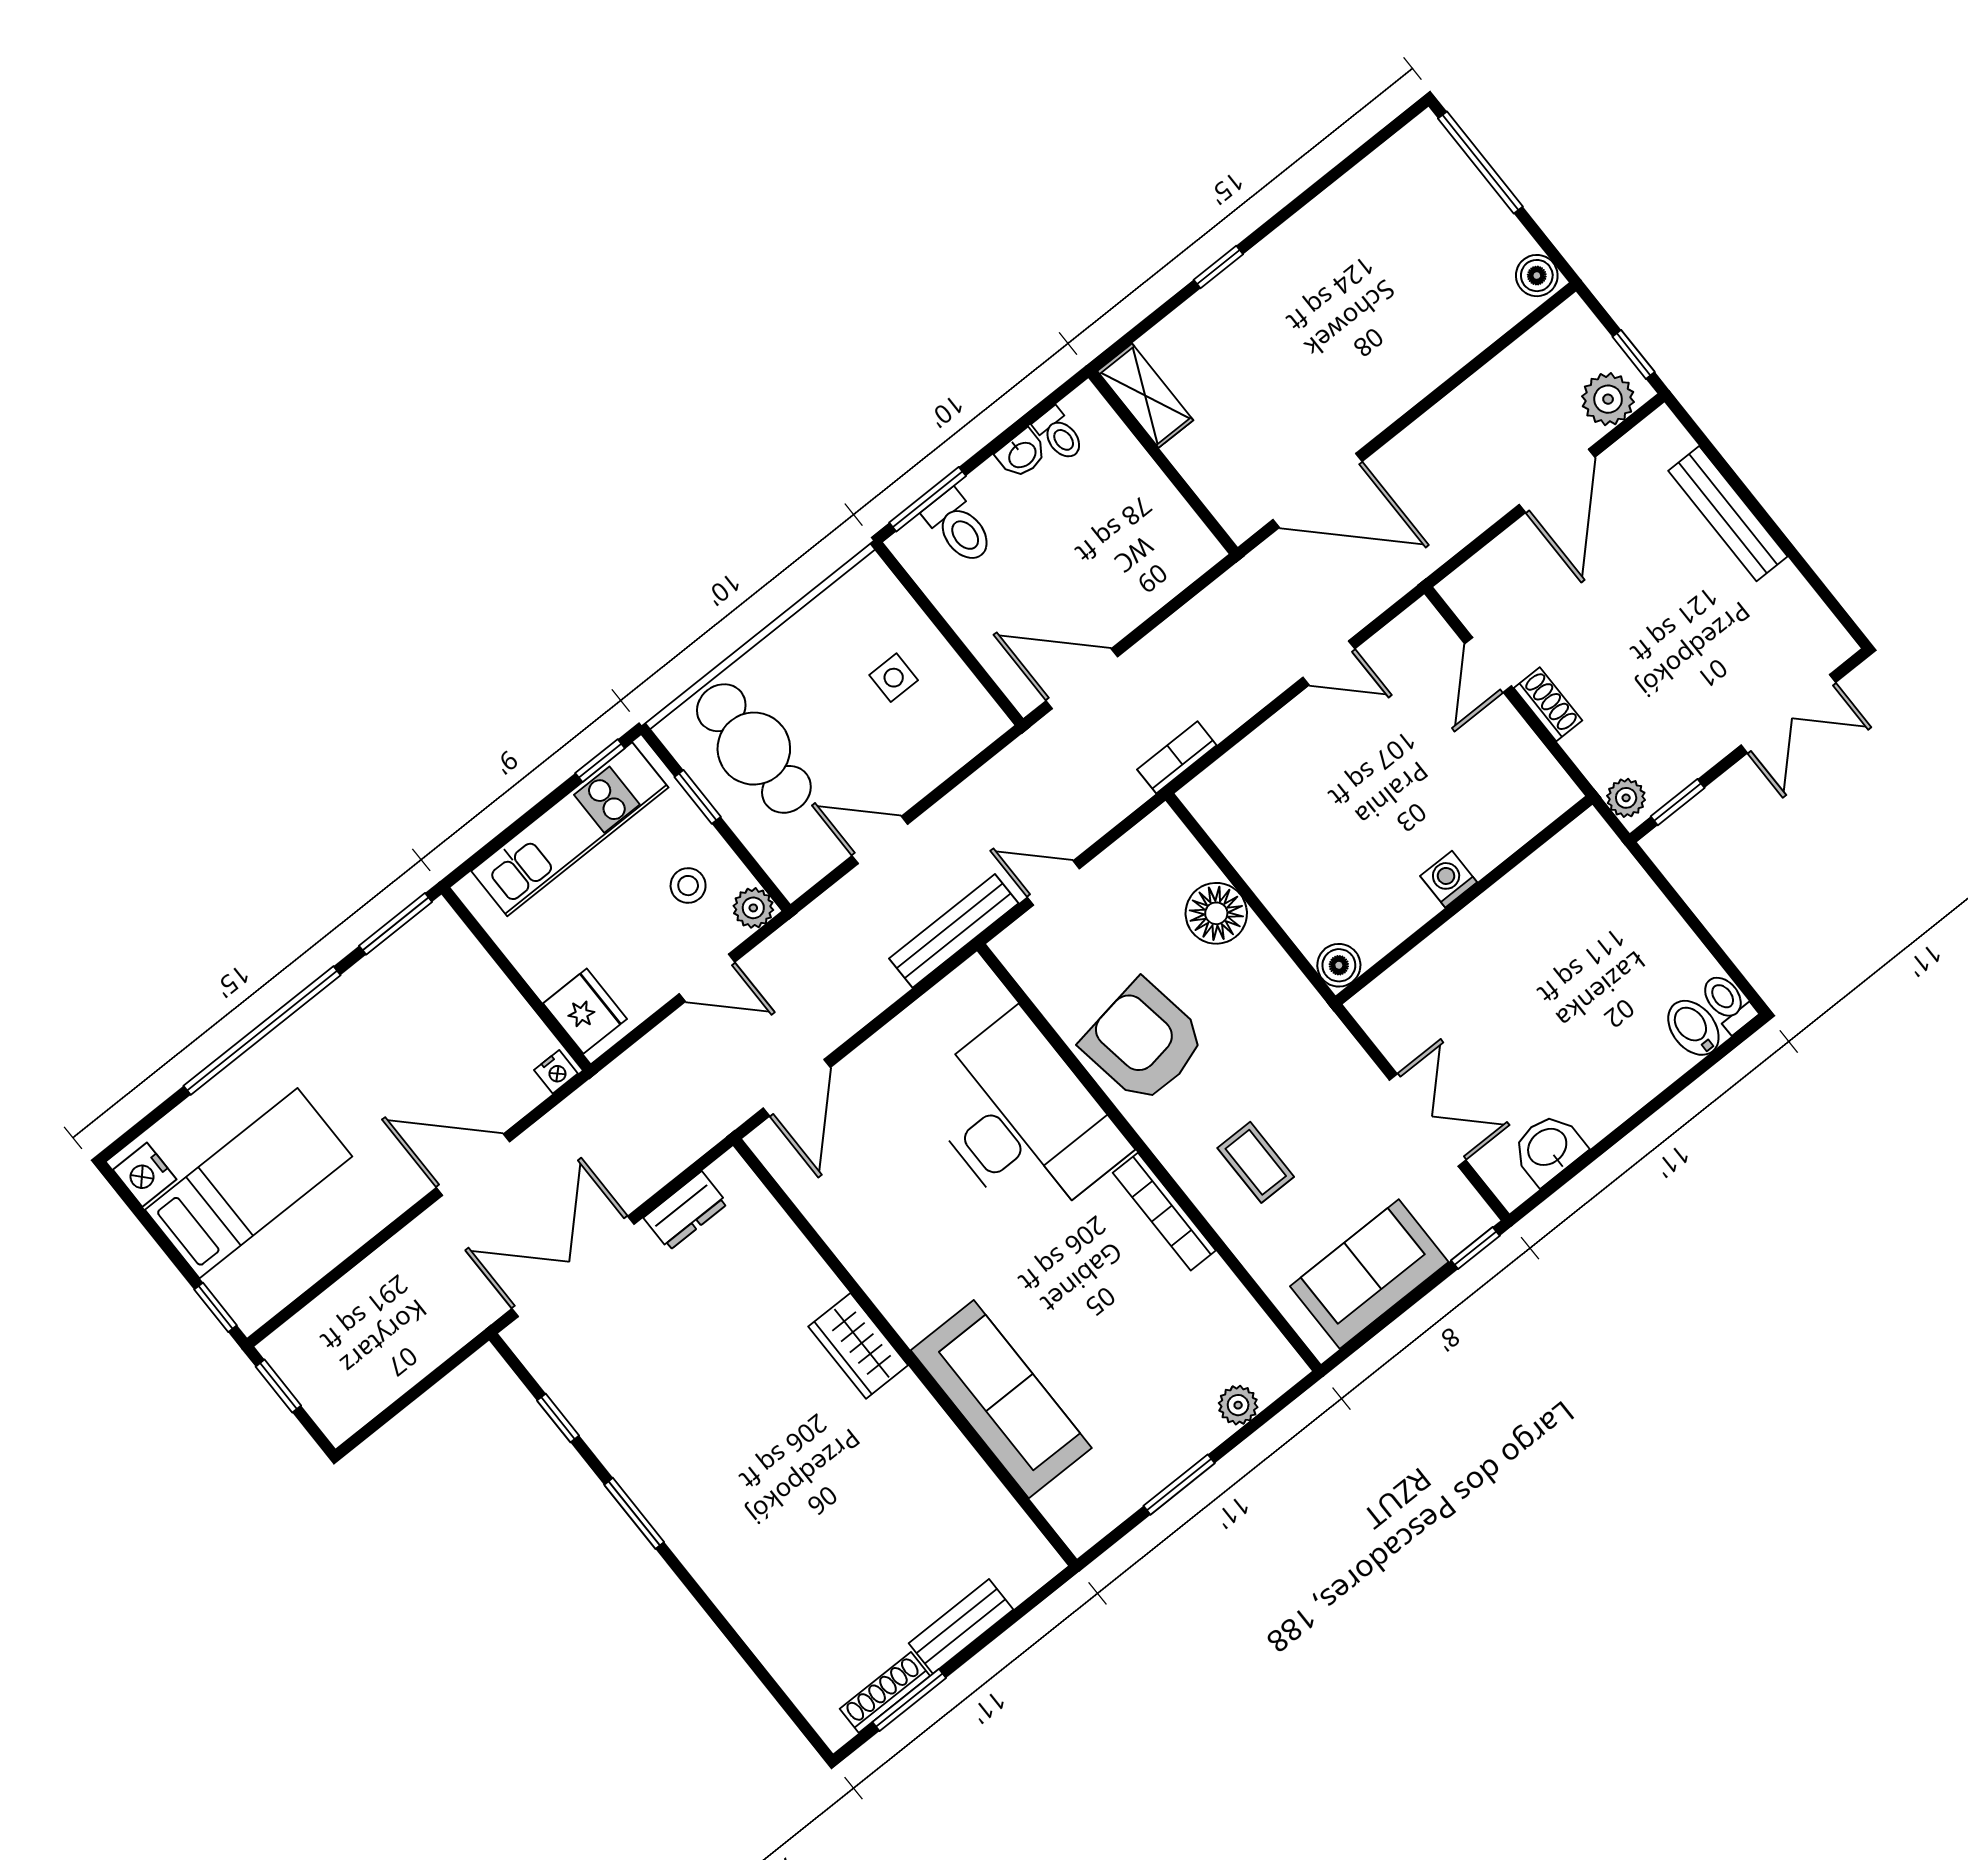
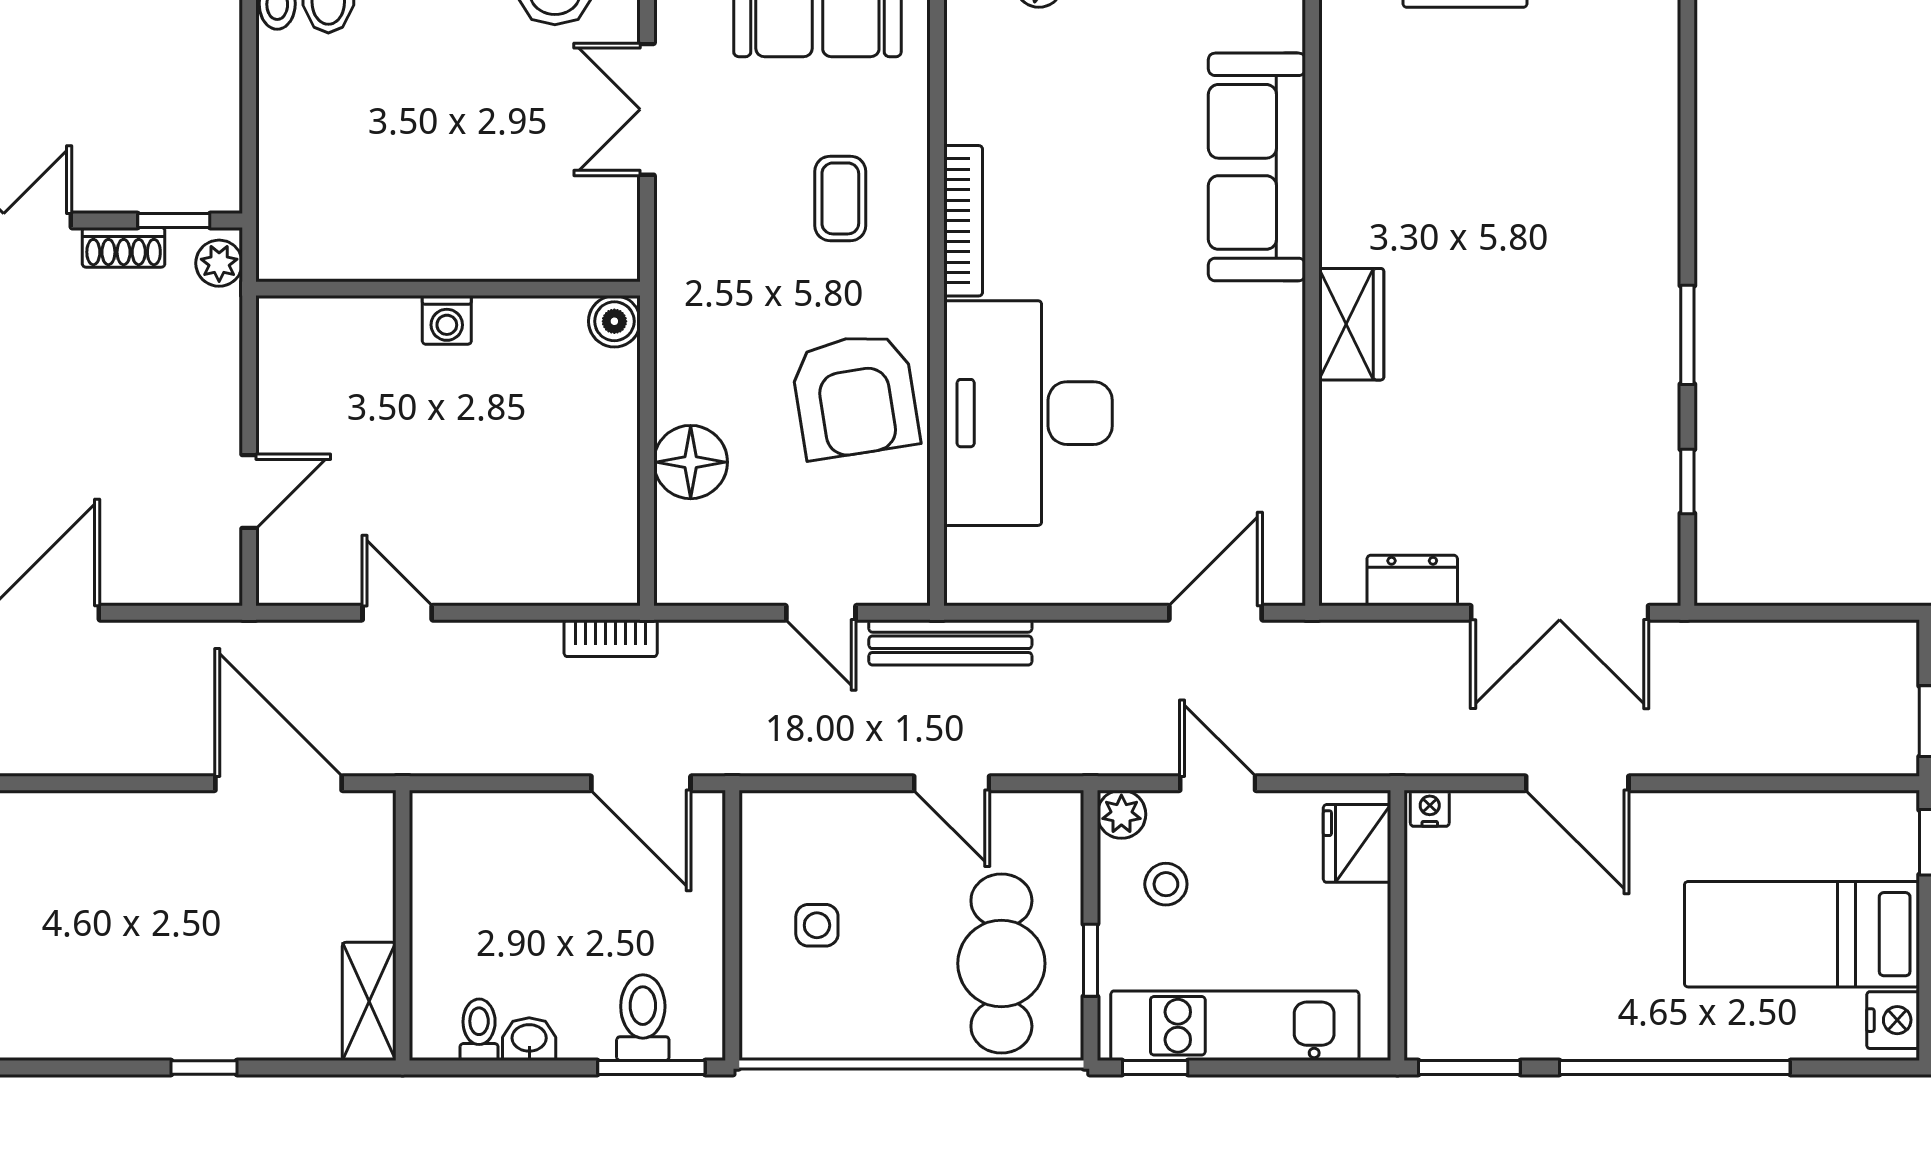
shoe rack: (1548, 704) -> (124, 247), moved, turned -90

